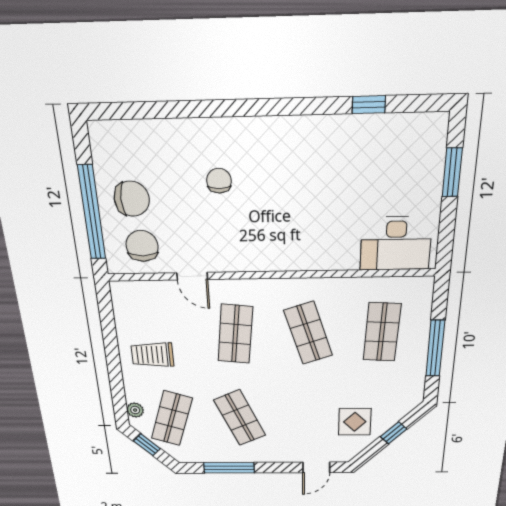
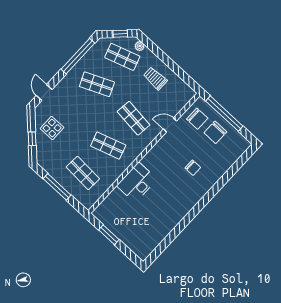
window: (369, 105) -> (170, 238), removed
window: (452, 172) -> (109, 235), moved
desk: (396, 244) -> (137, 182), moved
trolley: (152, 355) -> (155, 78), turned -90
shop shelf: (172, 418) -> (122, 57), turned -36
window: (229, 468) -> (78, 56), width x1.46

